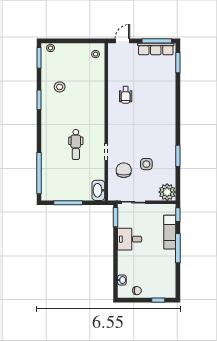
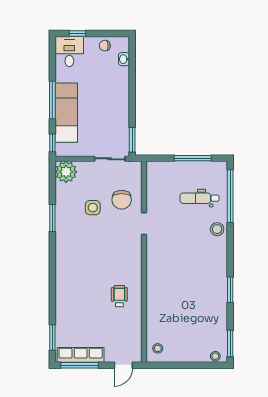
stool: (60, 87) -> (217, 229), moved
dental chair: (76, 145) -> (200, 198), moved, turned -90
washbasin: (98, 190) -> (154, 174), removed
exam couch: (170, 232) -> (66, 113), width x1.36, depth x1.45
desk: (130, 239) -> (69, 52), moved, turned -90

